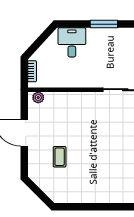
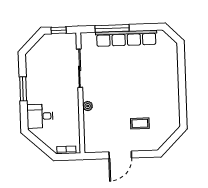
plant: (38, 98) -> (88, 106), moved

